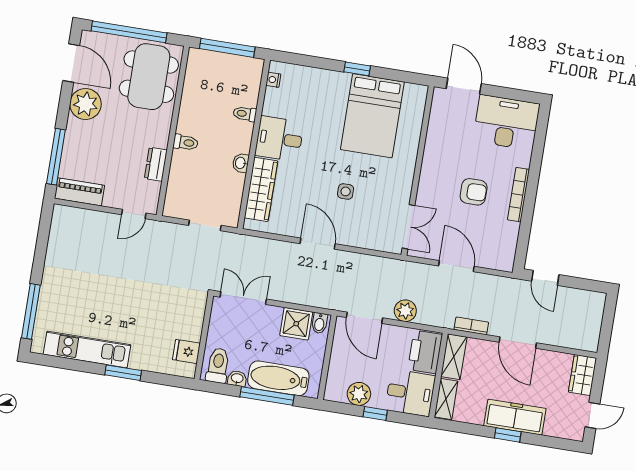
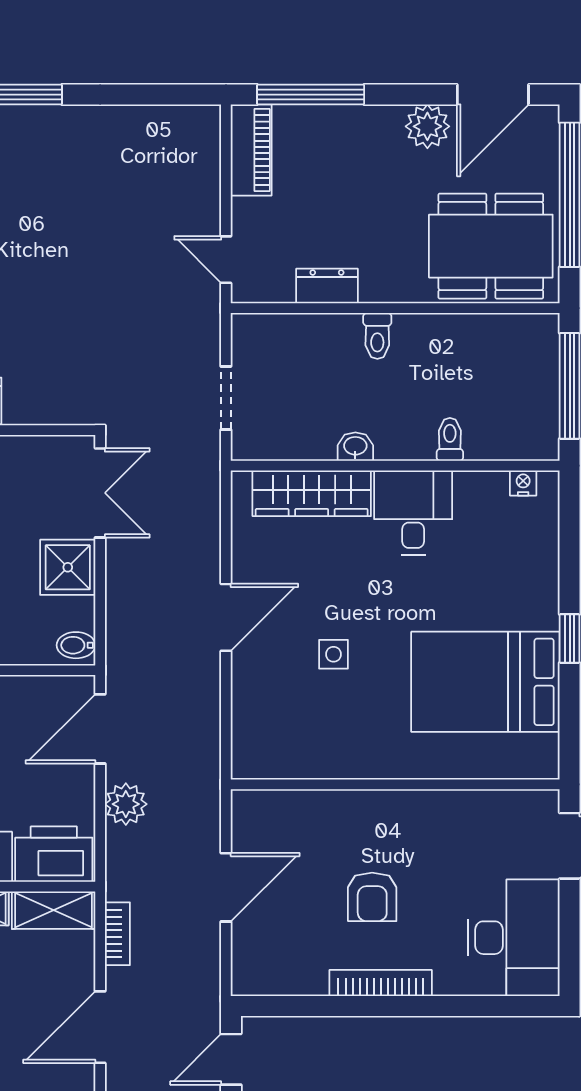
plant: (85, 104) -> (427, 126), width x0.73, depth x0.73
double door: (409, 227) -> (286, 784), removed
shower: (296, 324) -> (68, 567), moved

